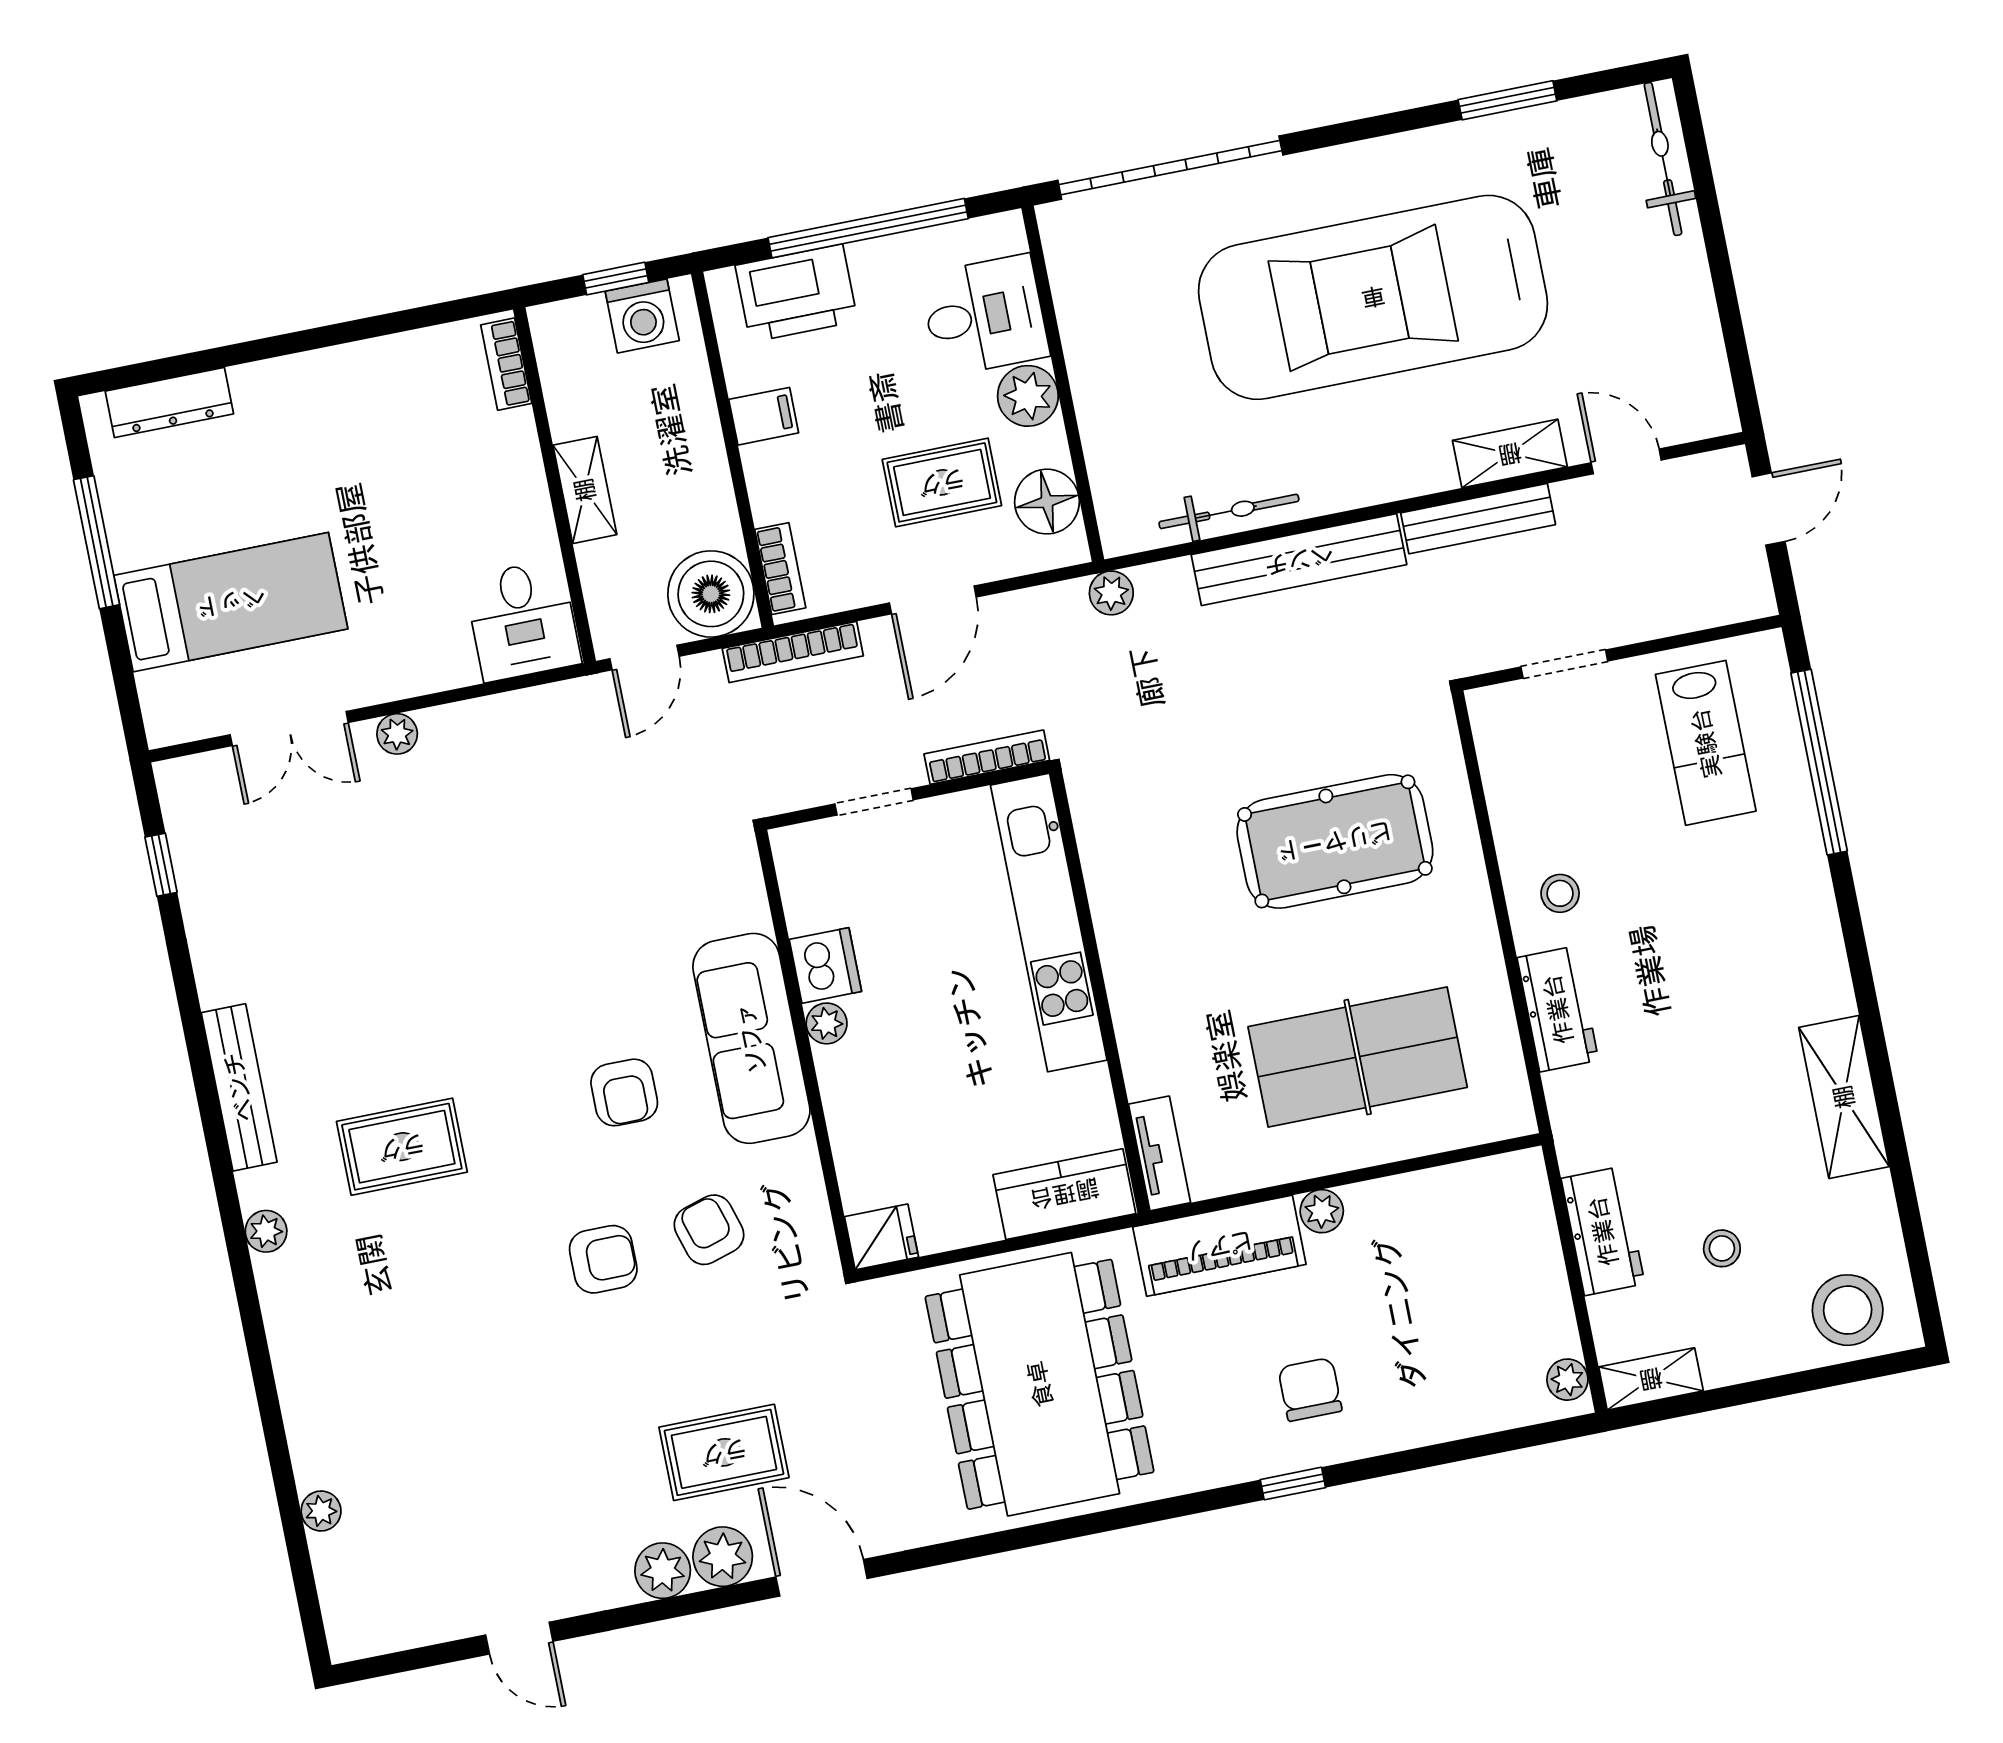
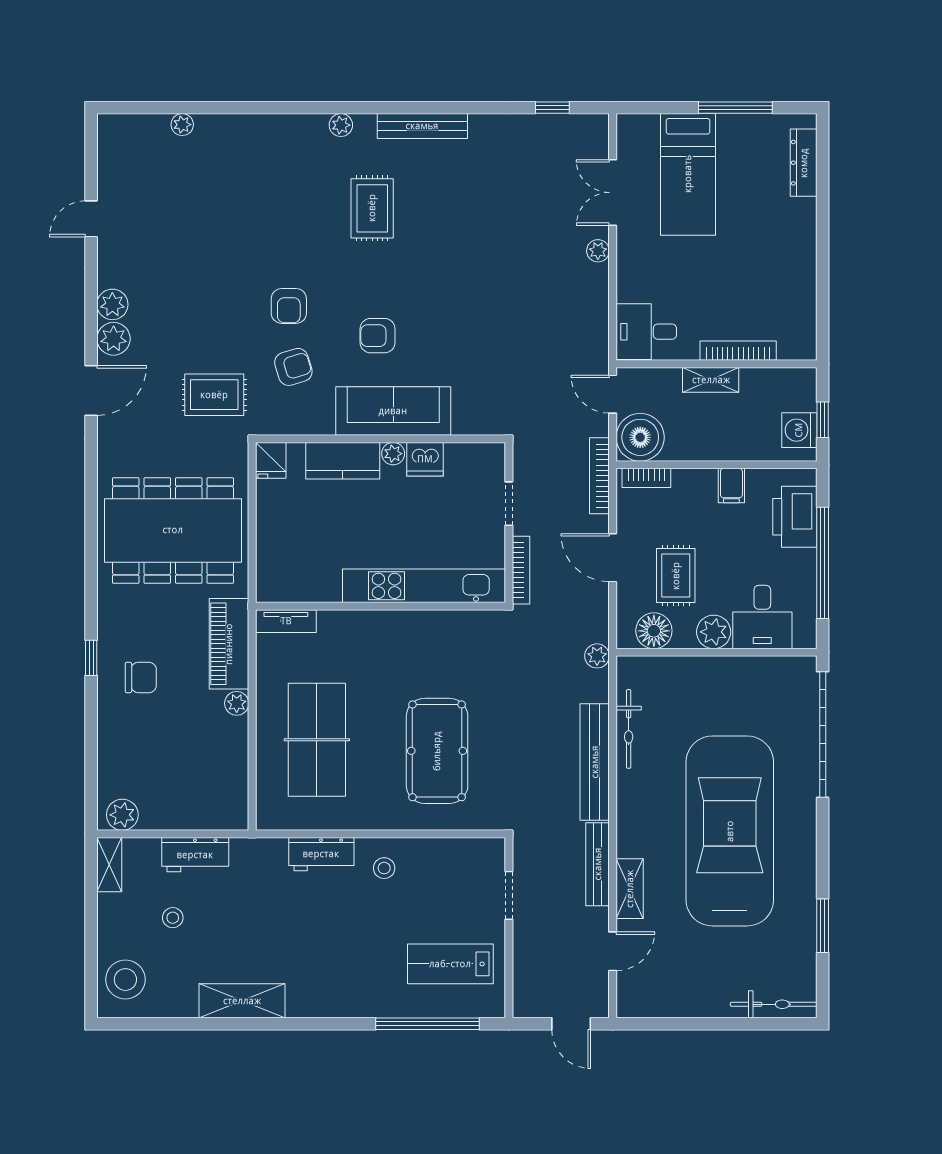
bookcase: (506, 364) -> (738, 351), moved, width x1.56
kitchen counter: (1064, 1194) -> (343, 461), moved, turned 90
plant: (1567, 1380) -> (122, 815), width x1.38, depth x1.38
rug: (724, 1452) -> (214, 395), moved, turned 90

